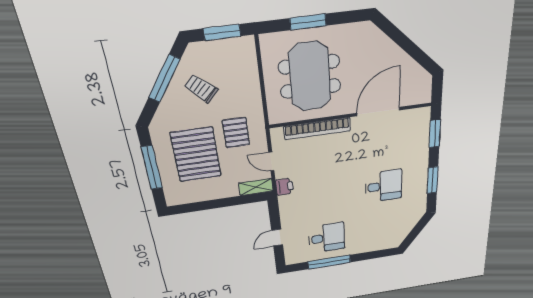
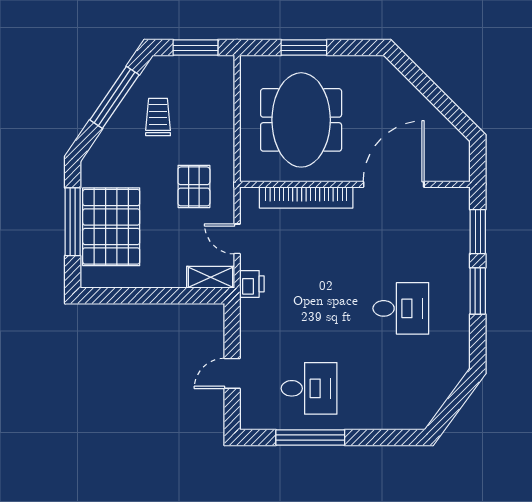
trolley: (201, 88) -> (158, 117), turned 46
pallet: (196, 155) -> (111, 227), moved
window: (433, 180) -> (478, 291), moved

